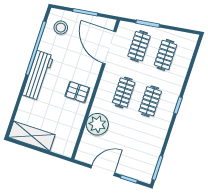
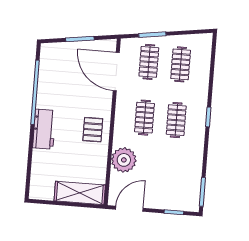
stool: (61, 28) -> (57, 63), removed
workbench: (38, 75) -> (44, 129), width x0.73
pallet: (77, 92) -> (93, 130), turned 90
shelving: (32, 136) -> (80, 193), moved
door: (103, 171) -> (129, 209), moved

